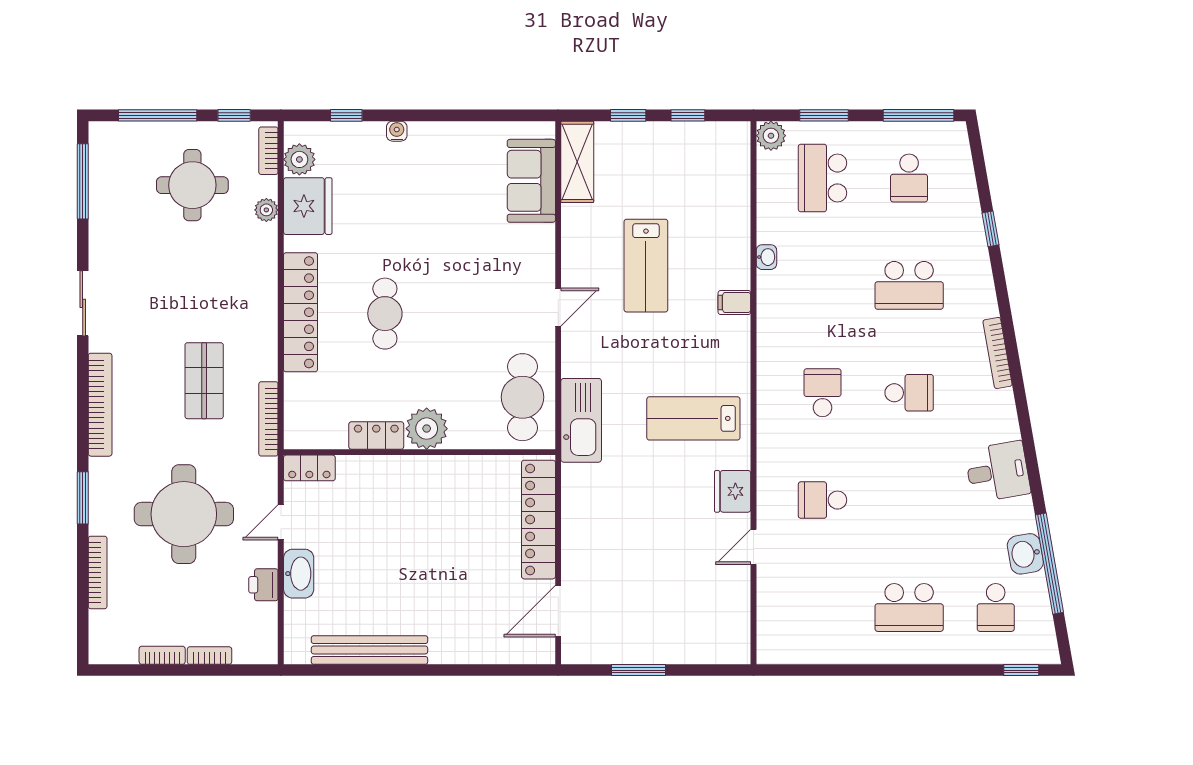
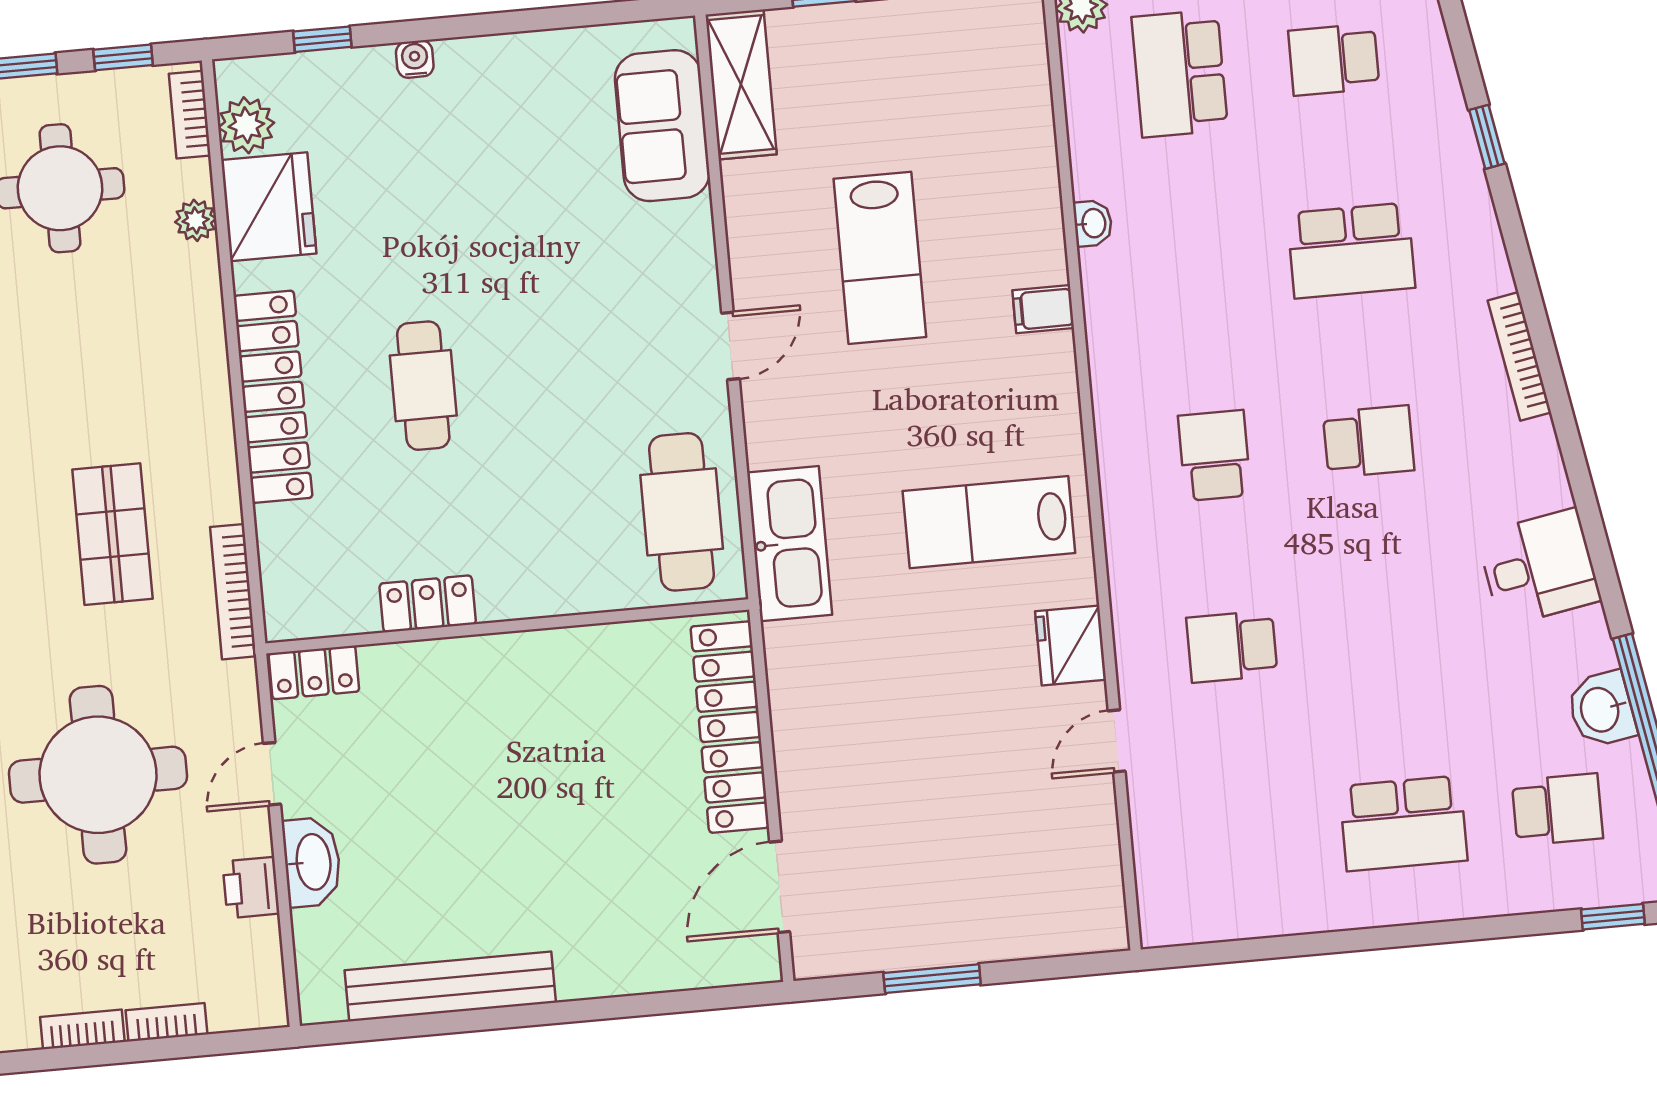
school desk: (909, 178) -> (1334, 59), turned 90
plant: (427, 429) -> (516, 583), removed
school desk: (996, 607) -> (1557, 809), turned -90

